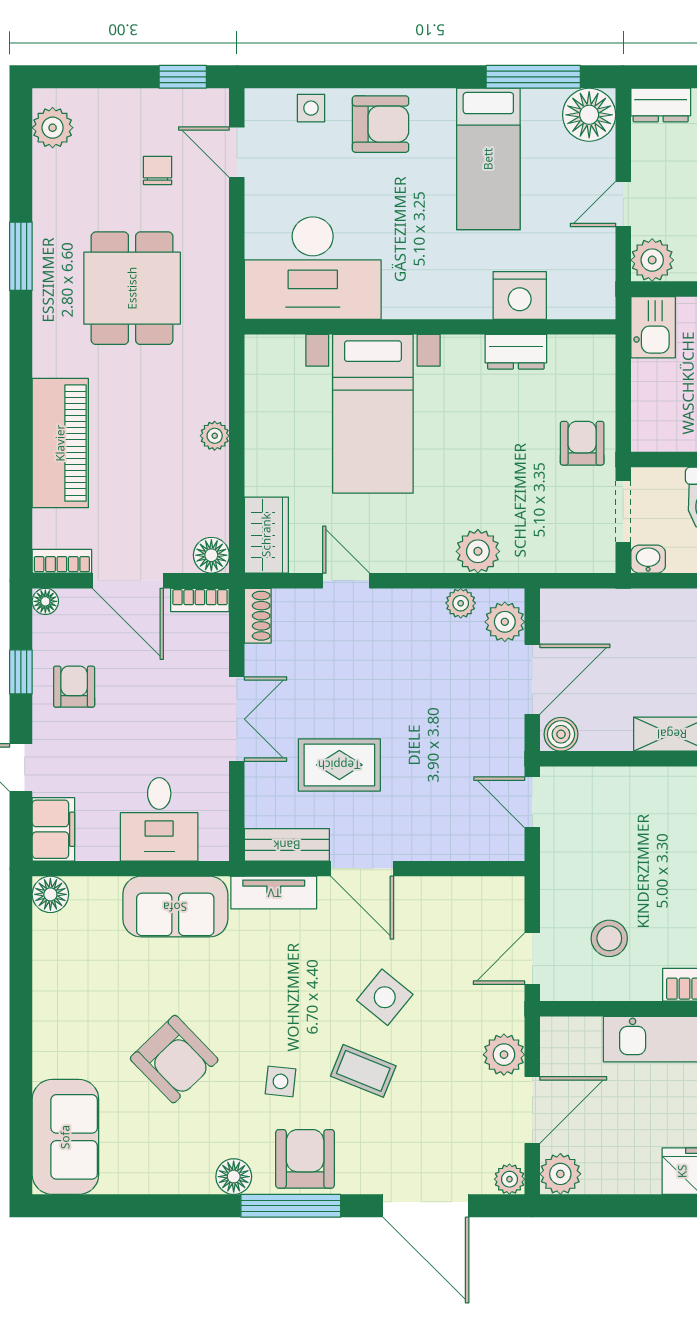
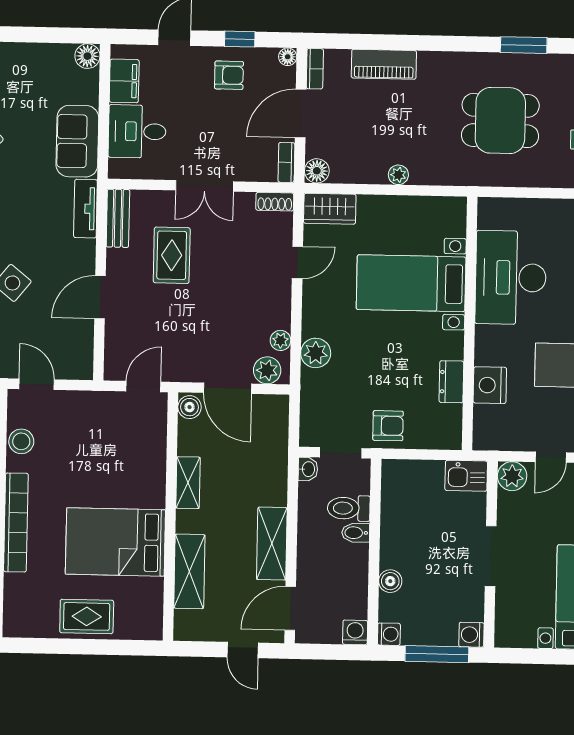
door: (623, 204) -> (551, 457), swing flipped
desk: (313, 268) -> (511, 278), moved
piano: (60, 443) -> (384, 64), width x0.73, depth x0.75
filing cabinet: (53, 829) -> (124, 81), moved, turned -90
door: (362, 869) -> (100, 297), moved
stool: (609, 938) -> (21, 441), moved

